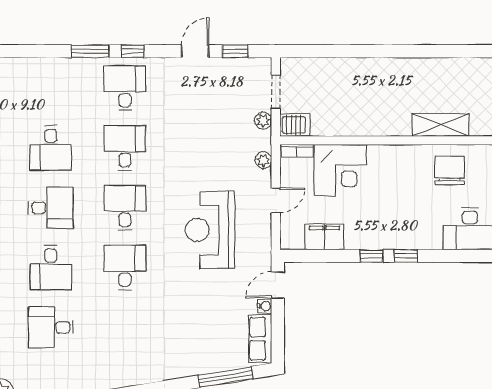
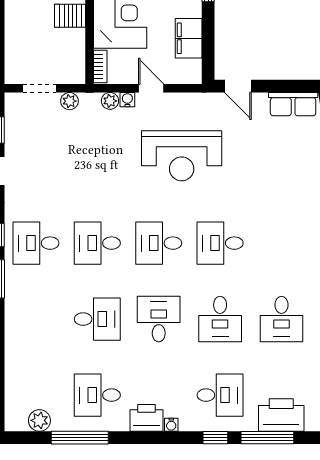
server rack: (295, 125) -> (70, 16), moved, turned -90
desk: (51, 268) -> (220, 319), turned 90
water cooler: (265, 306) -> (127, 100), moved

